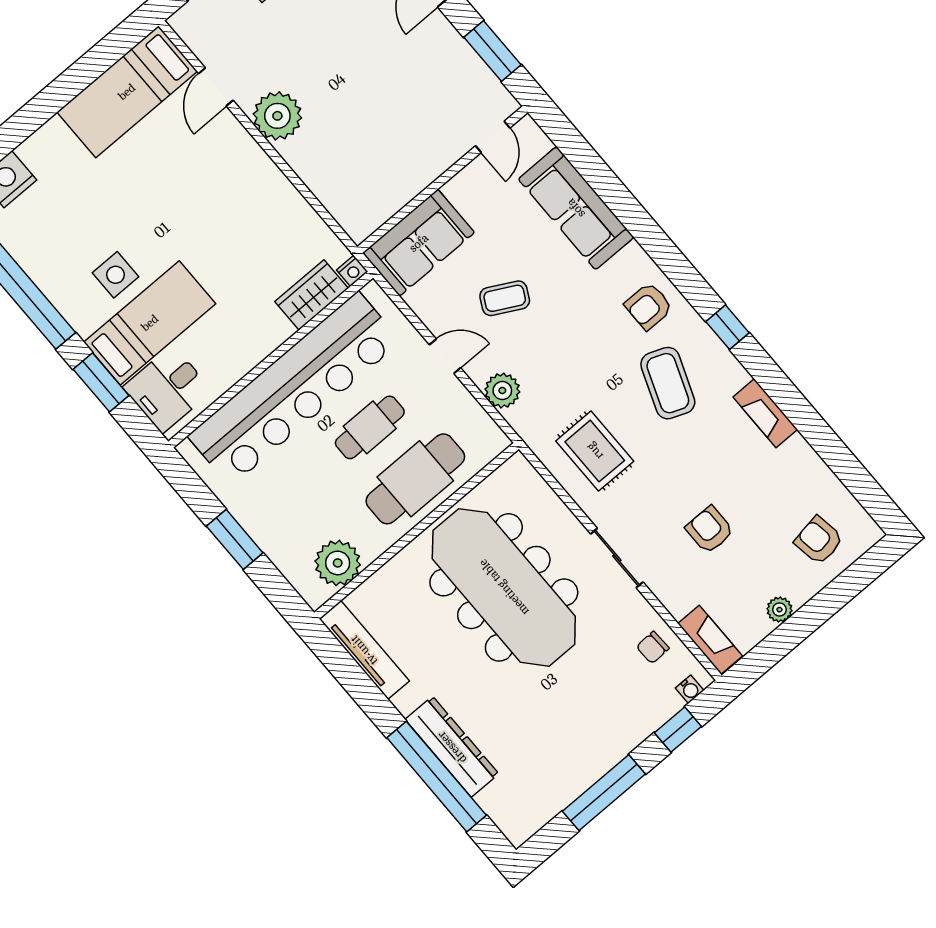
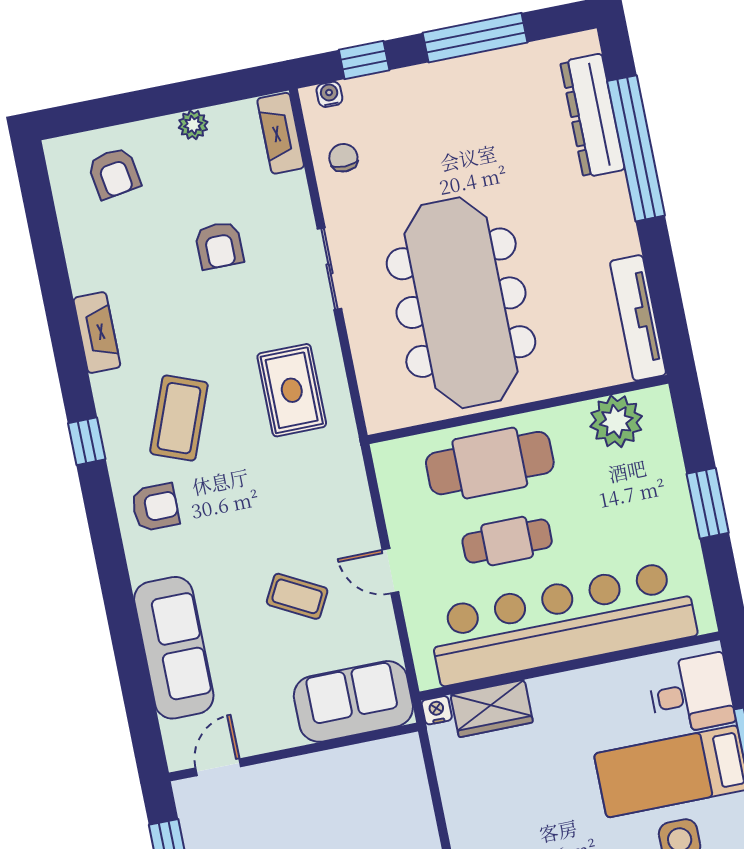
plant: (502, 391) -> (351, 504), removed
chair: (653, 647) -> (343, 158), turned -88
dresser: (452, 747) -> (593, 116), moved

